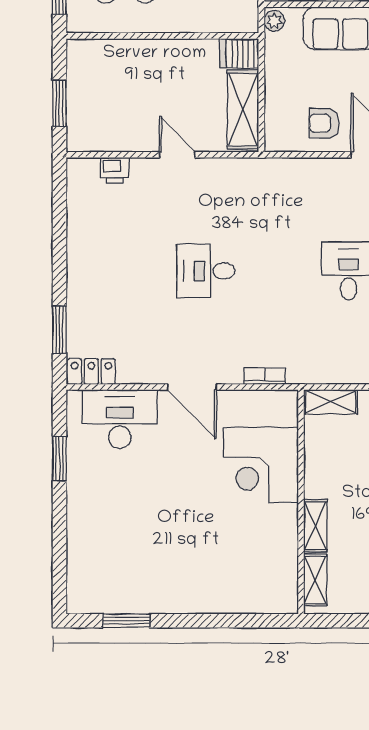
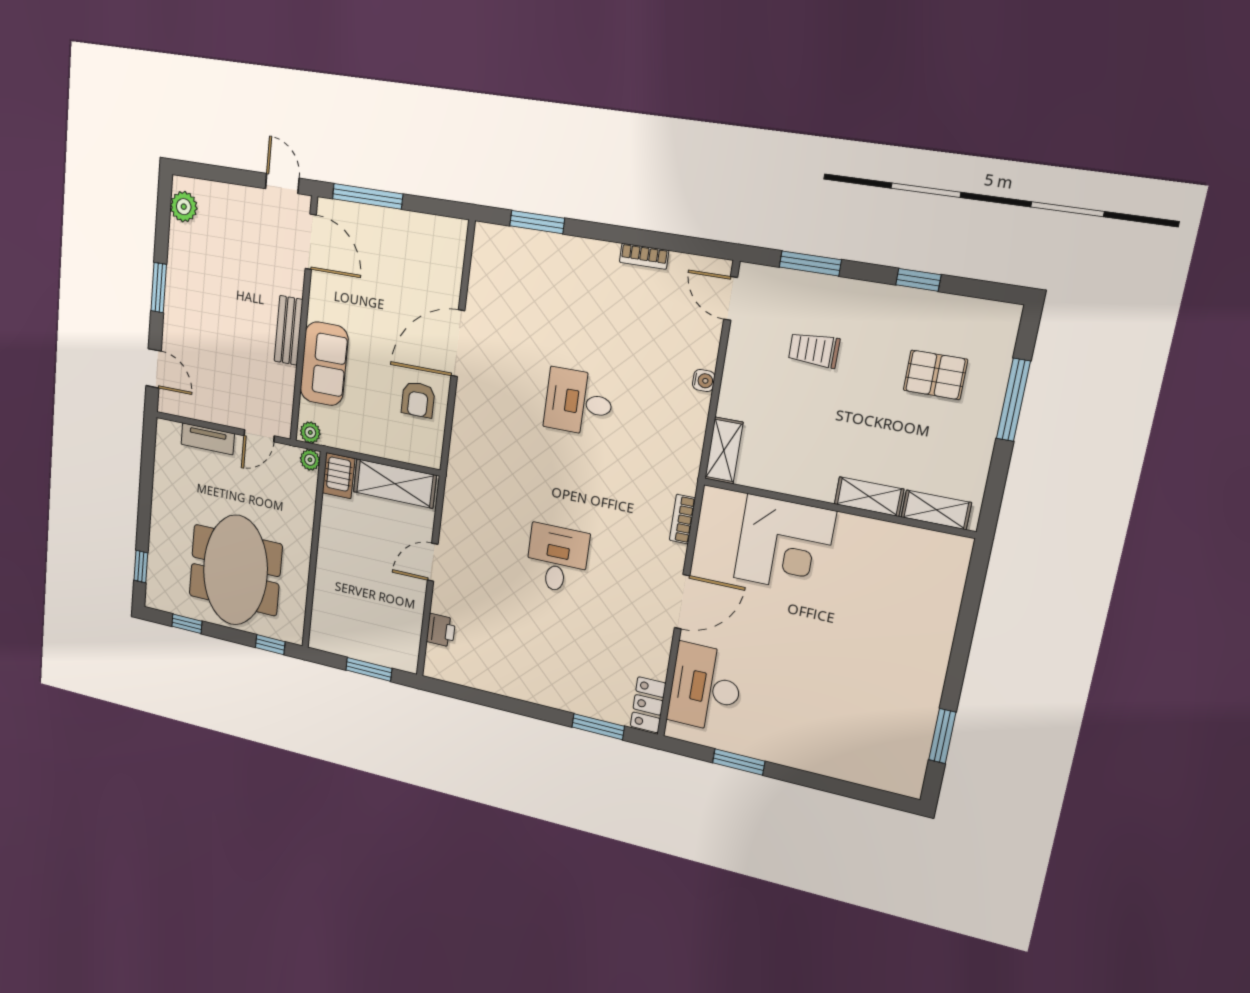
plant: (249, 23) -> (310, 460), added
desk: (206, 271) -> (557, 559), turned 180

